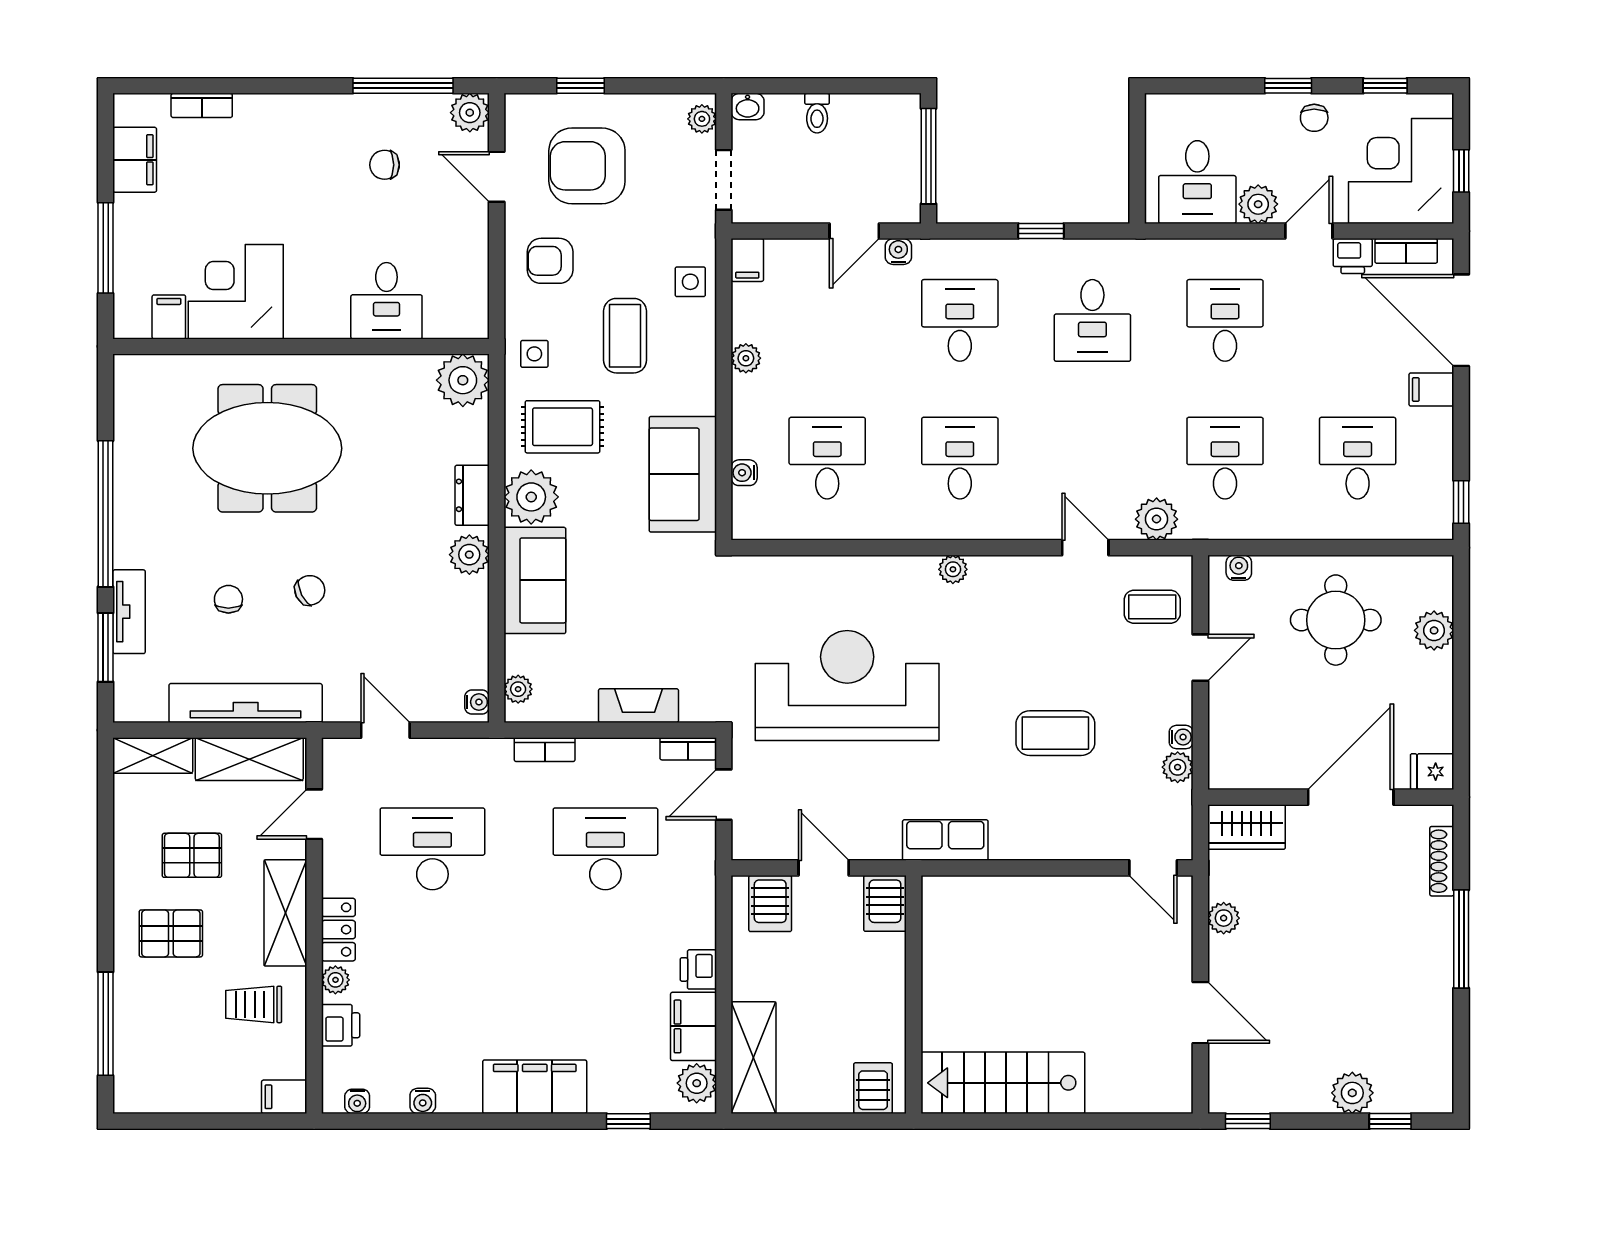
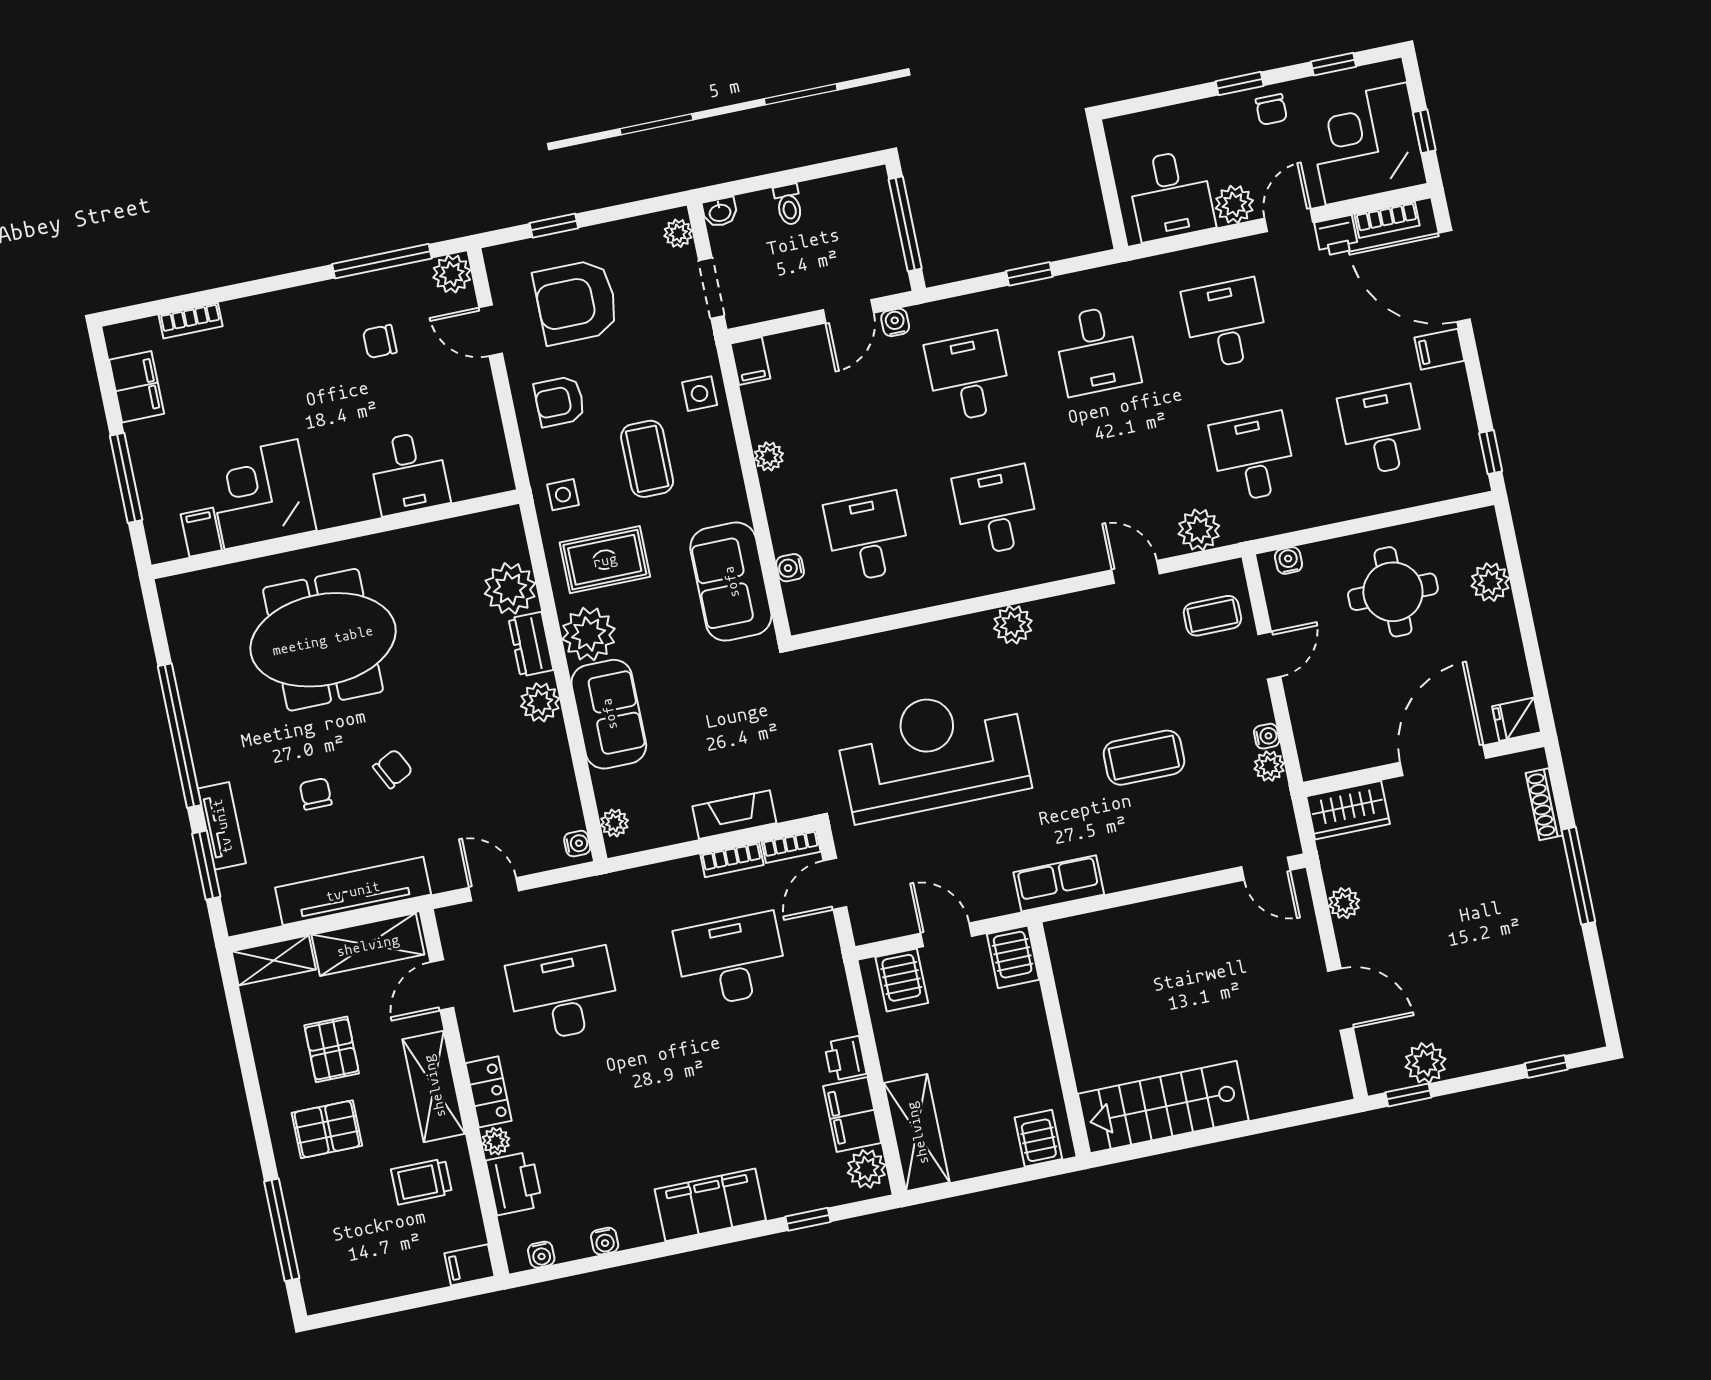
plant: (463, 380) -> (510, 588), moved
plant: (953, 569) -> (1013, 625), width x1.38, depth x1.38
bookcase: (545, 750) -> (732, 860), moved
pallet: (192, 855) -> (332, 1049), turned 90
printer: (341, 1025) -> (514, 1183), width x1.36, depth x1.24
plant: (1352, 1093) -> (1425, 1063), moved

